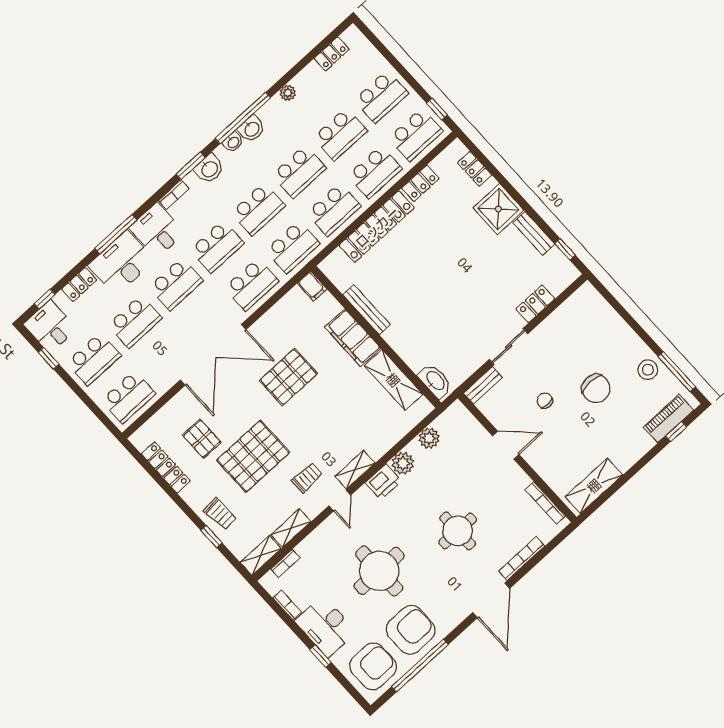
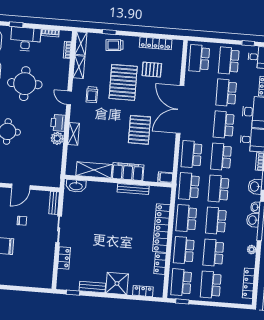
locker: (332, 54) -> (249, 283), width x1.53
plant: (429, 438) -> (56, 159), removed
shelving: (355, 470) -> (73, 134), moved

